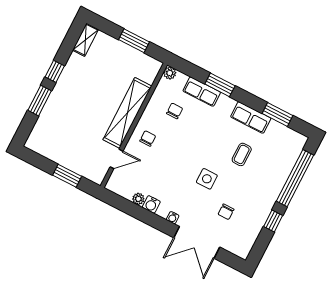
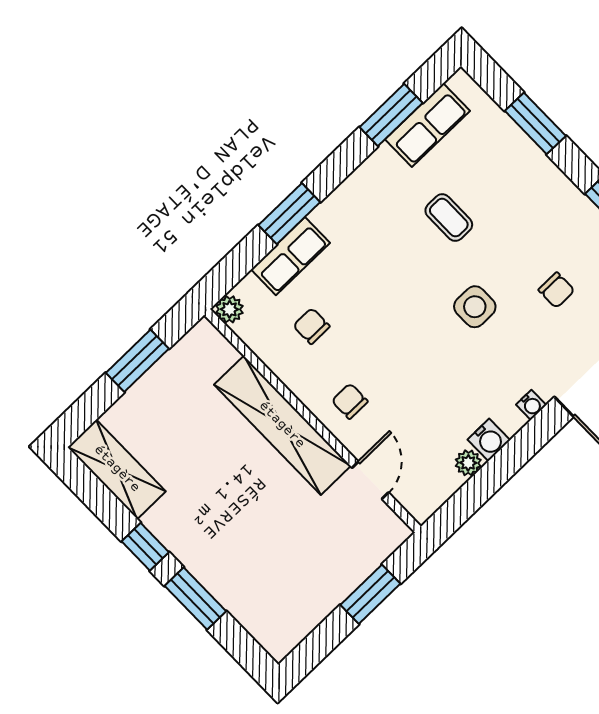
shelving: (85, 40) -> (117, 469), width x1.50, depth x1.33
row of seats: (251, 117) -> (427, 125), moved
window: (295, 178) -> (535, 123), width x0.47

